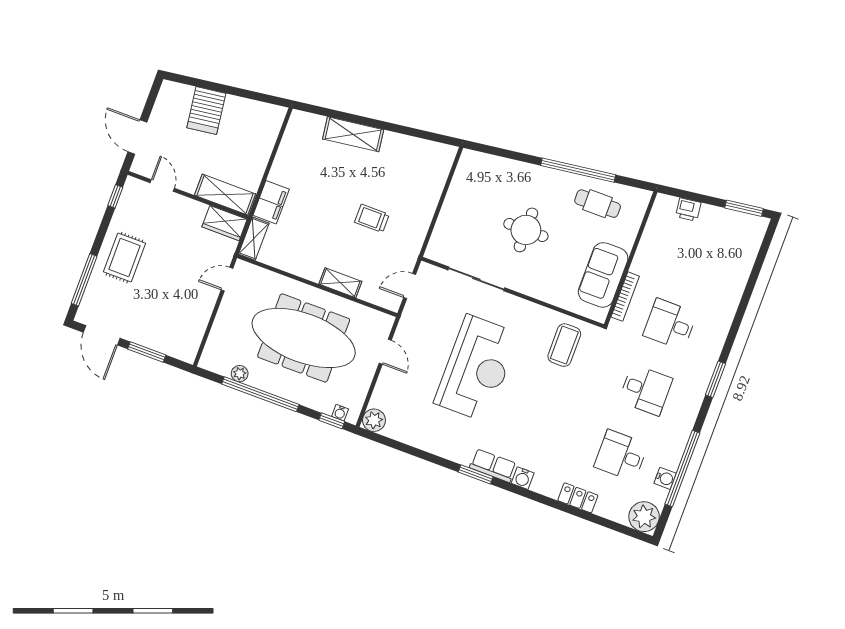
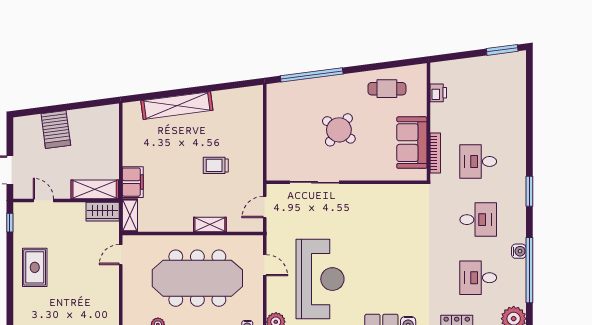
shelving: (353, 134) -> (177, 106), width x1.47
window: (578, 170) -> (312, 75), moved
printer: (688, 210) -> (438, 93), moved, turned -83
round table: (526, 230) -> (339, 130), turned 37
window: (84, 280) -> (10, 296), removed
coffee table: (564, 345) -> (402, 208), removed
reception desk: (477, 368) -> (320, 279), moved
water cooler: (665, 478) -> (519, 251), moved

